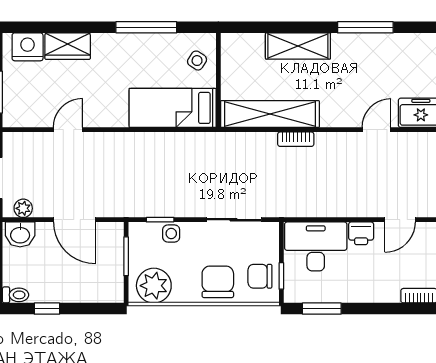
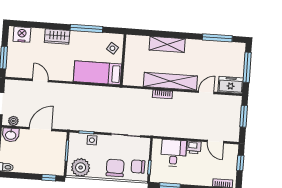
window: (365, 27) -> (217, 38), moved
wardrobe: (68, 46) -> (57, 37), moved
shelving: (270, 114) -> (170, 81), moved
door: (68, 130) -> (40, 80), hinge flipped
door: (74, 220) -> (40, 129), swing flipped
door: (400, 220) -> (215, 142), hinge flipped
desk: (316, 246) -> (174, 153), width x0.73
window: (47, 309) -> (49, 178), moved

